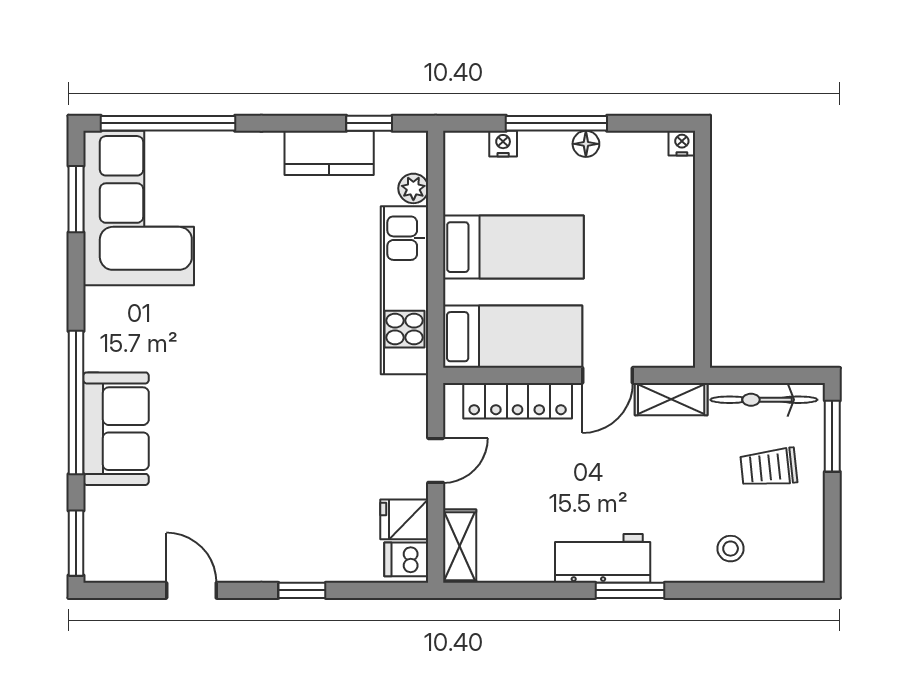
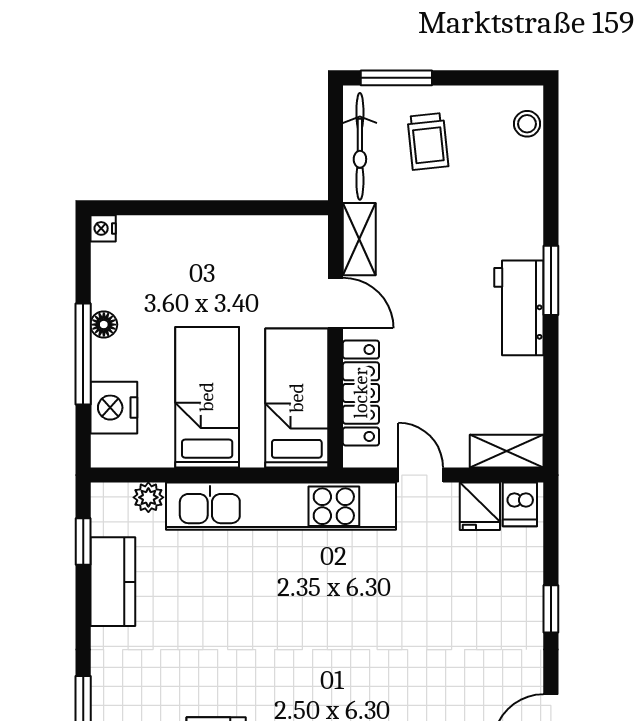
nightstand: (503, 144) -> (114, 408), width x1.89, depth x1.79
kitchen unit: (405, 290) -> (281, 506), width x1.36
stool: (731, 549) -> (527, 124), moved

